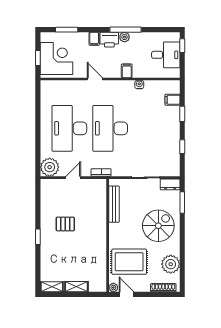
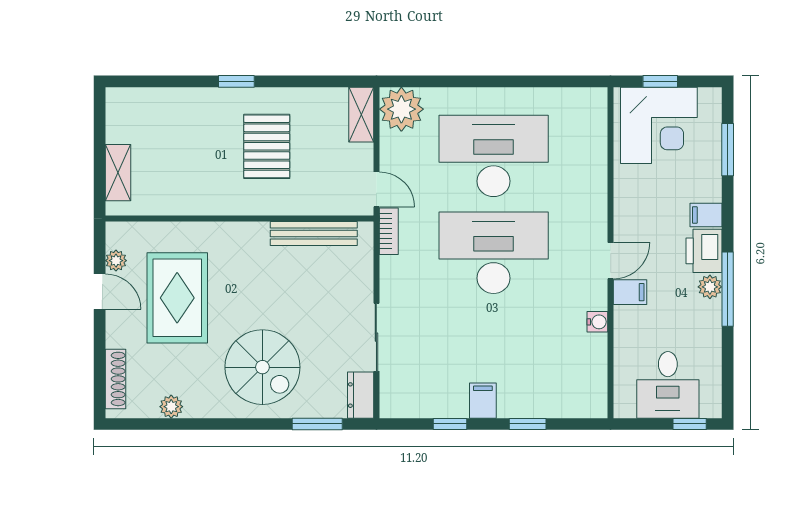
door: (95, 79) -> (611, 261), moved
filing cabinet: (172, 100) -> (483, 401), moved
door: (73, 178) -> (376, 189), moved
bench: (114, 204) -> (314, 233), moved
pallet: (65, 224) -> (267, 146), width x1.50, depth x1.42
wall: (108, 235) -> (239, 218), moved
plant: (171, 264) -> (171, 407), width x0.53, depth x0.53
shelving: (52, 287) -> (361, 115), moved
door: (127, 294) -> (100, 292), hinge flipped

